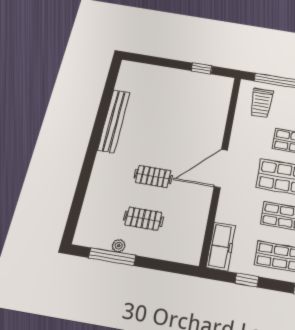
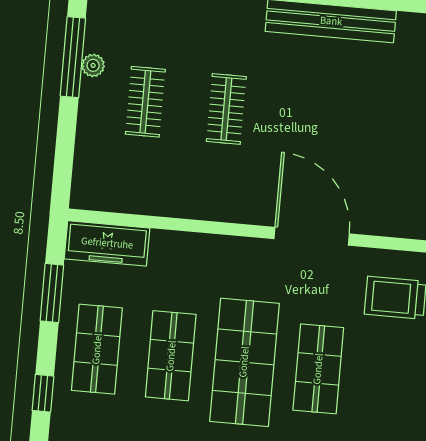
door: (221, 168) -> (312, 236), moved
window: (247, 280) -> (52, 293), width x1.50

